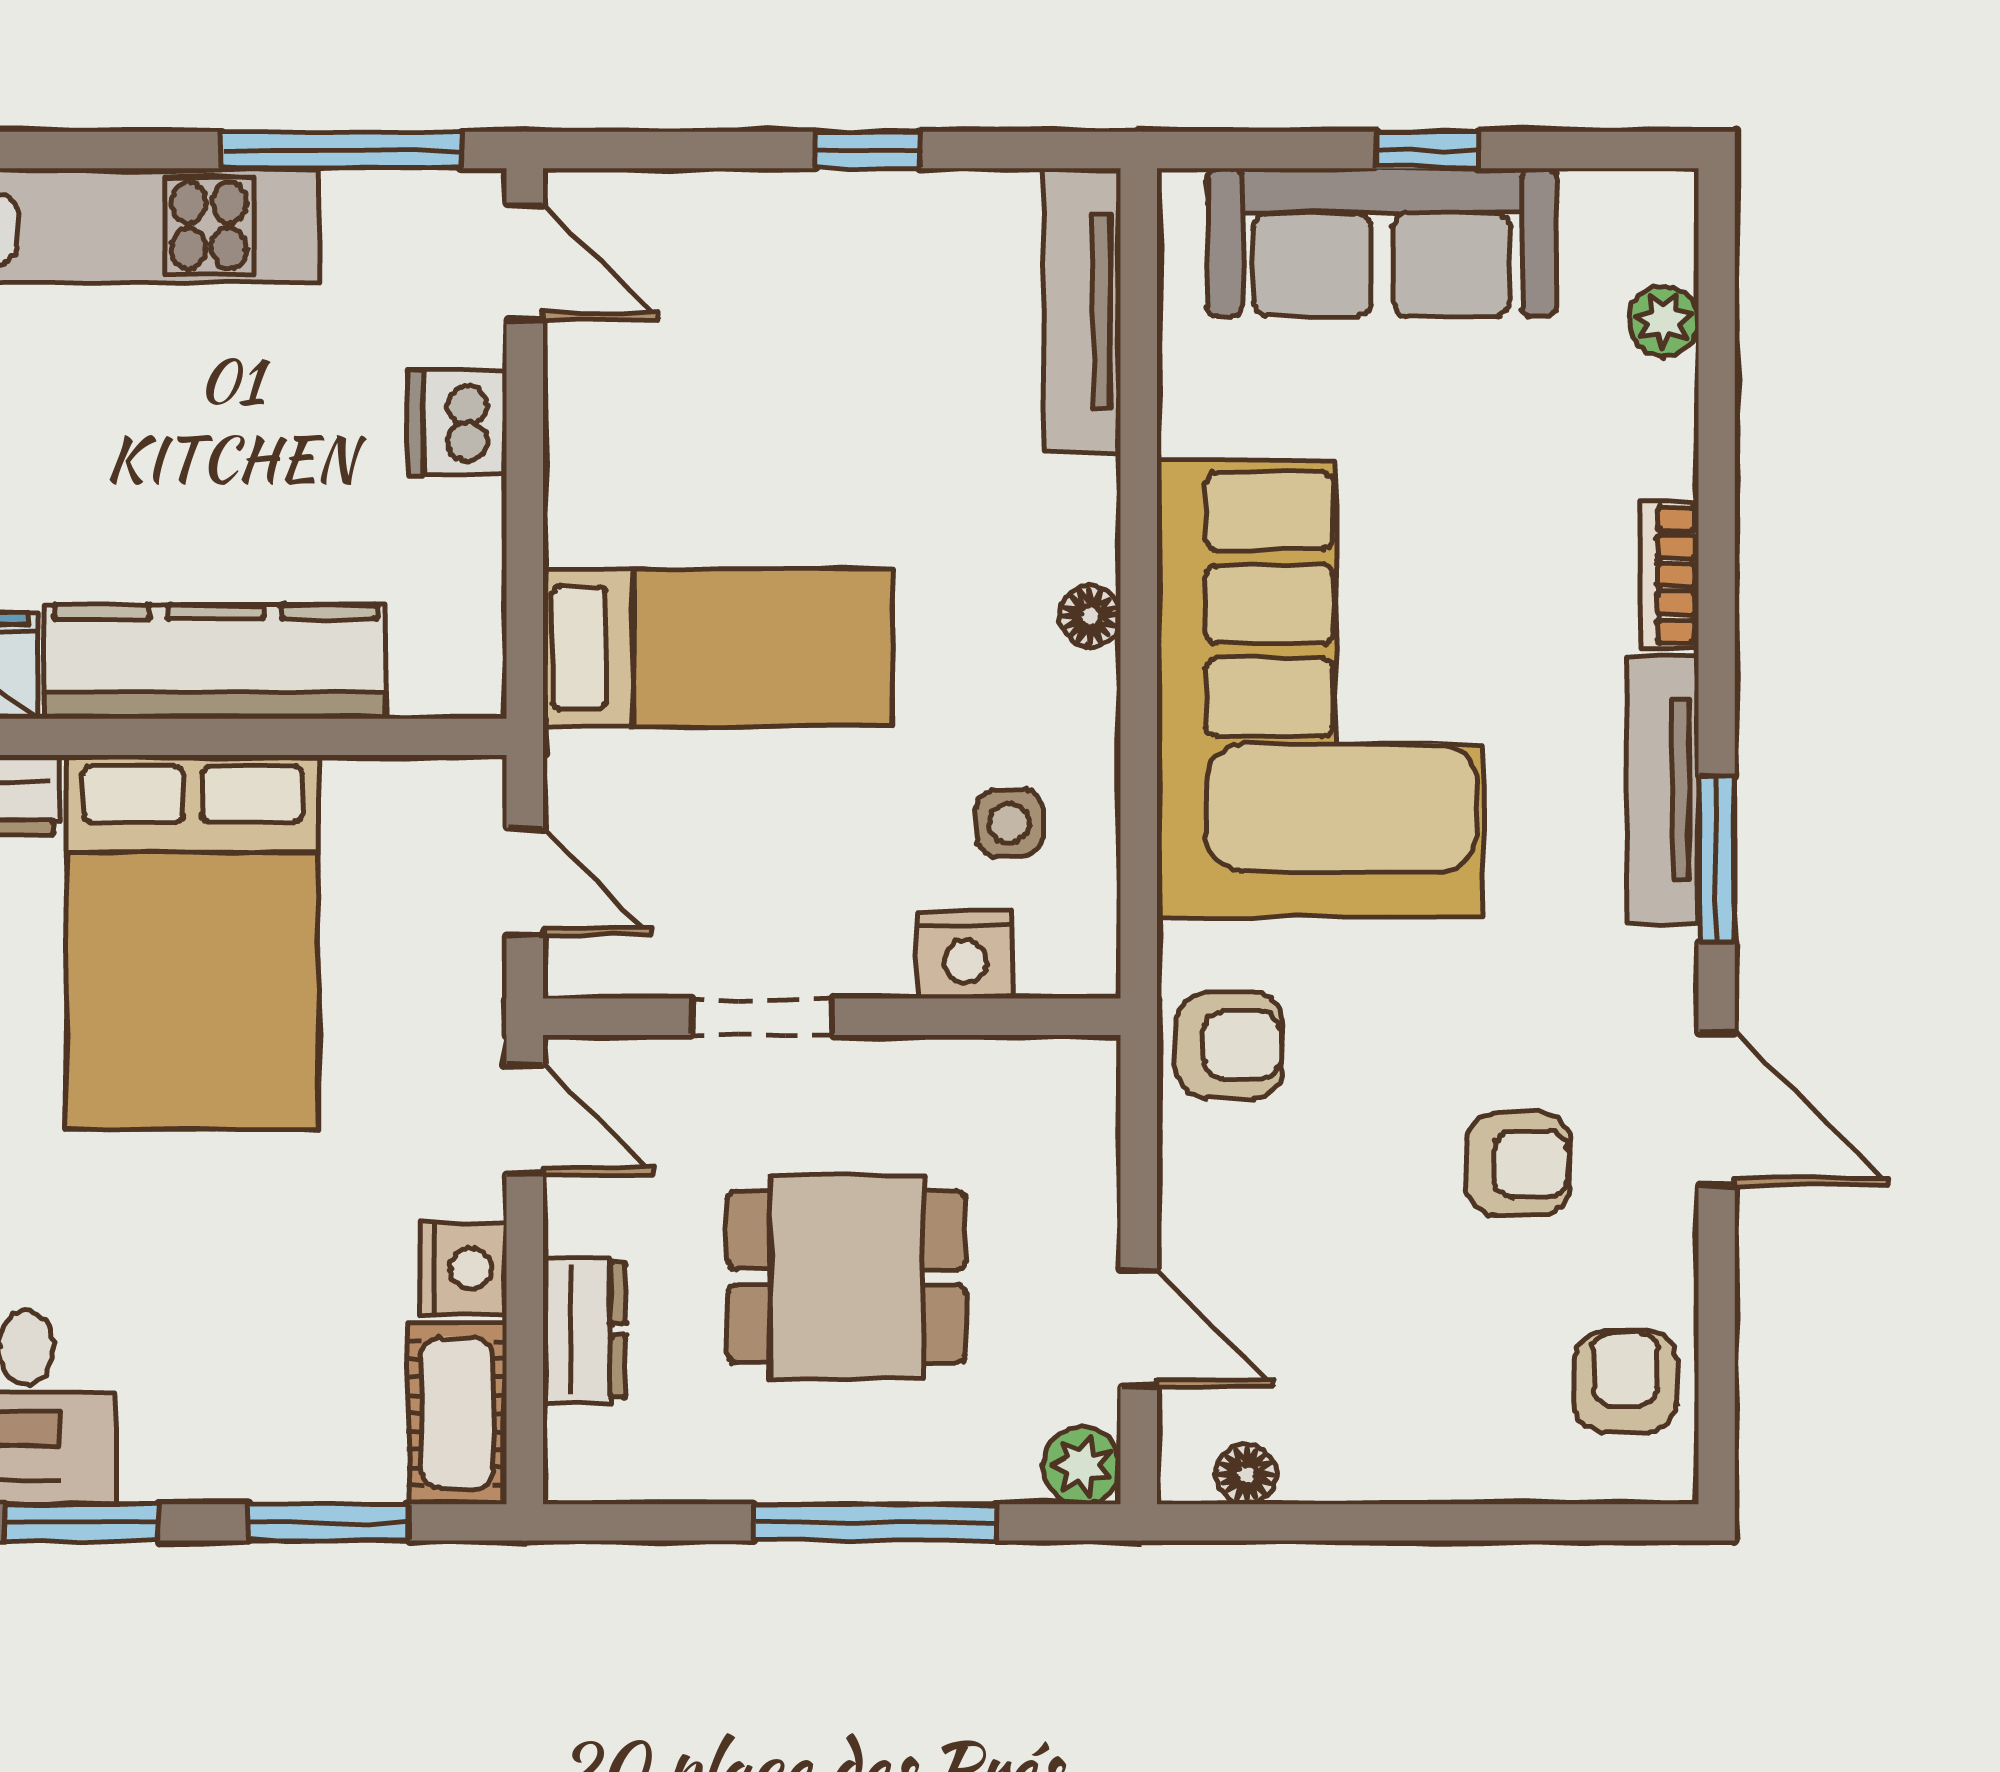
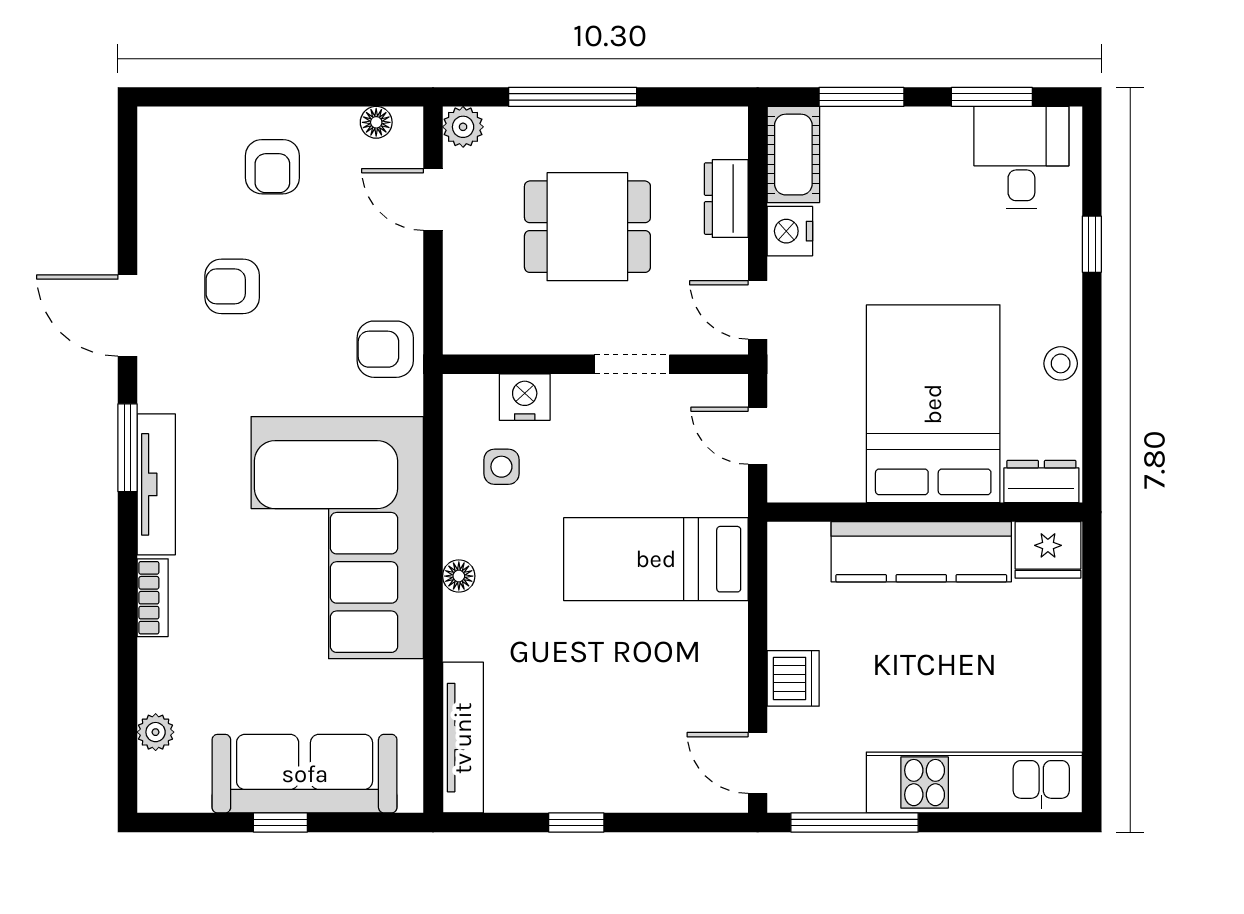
armchair: (1625, 1381) -> (272, 167), moved

